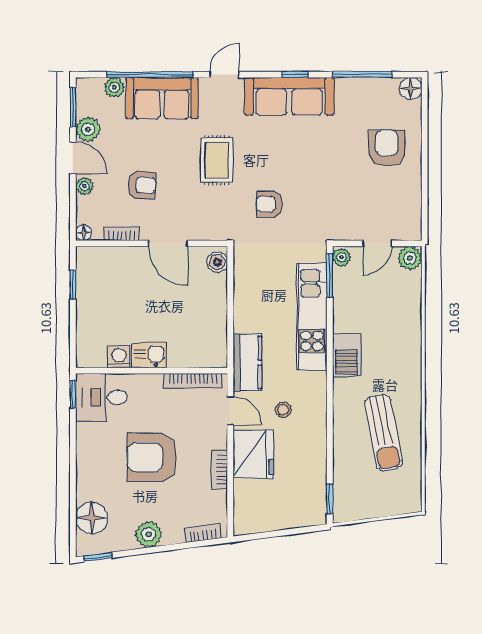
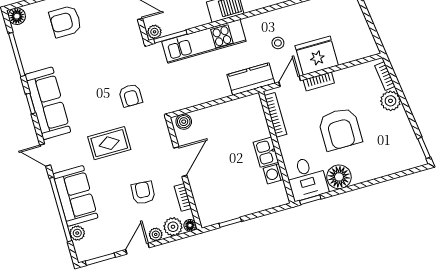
plant: (88, 129) -> (173, 227), moved
bookcase: (220, 470) -> (319, 81), moved
floor lamp: (92, 518) -> (339, 177), moved
plant: (149, 534) -> (391, 101), moved

